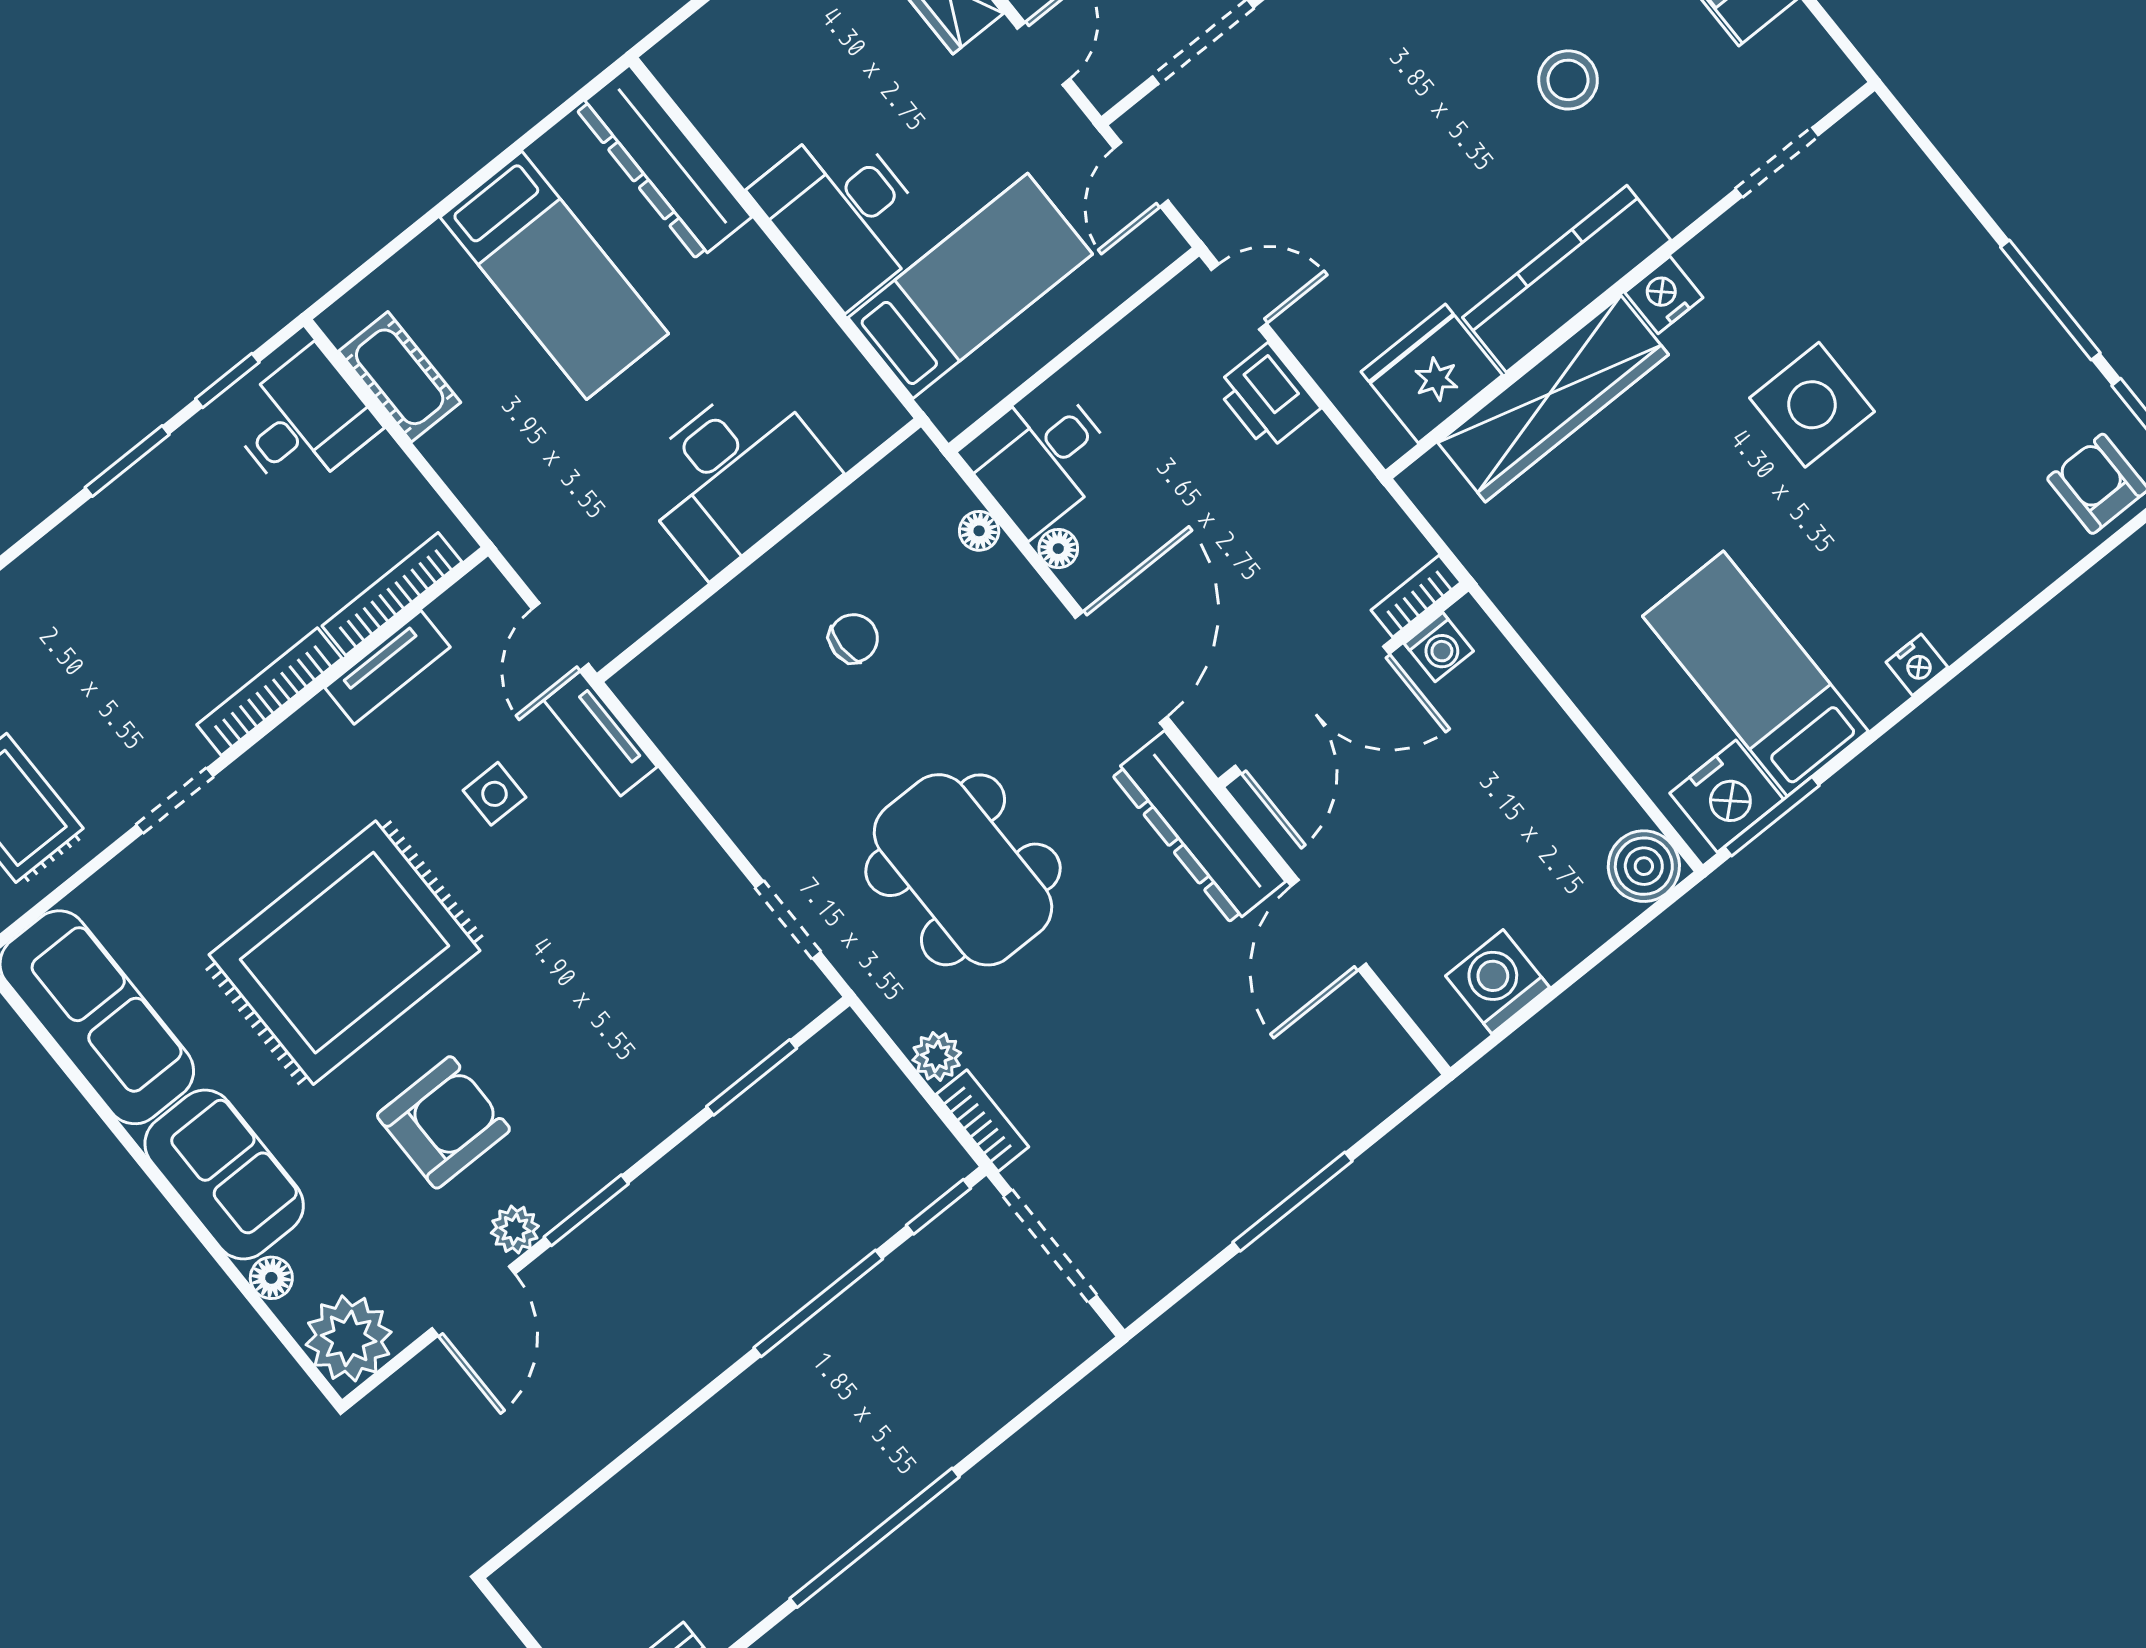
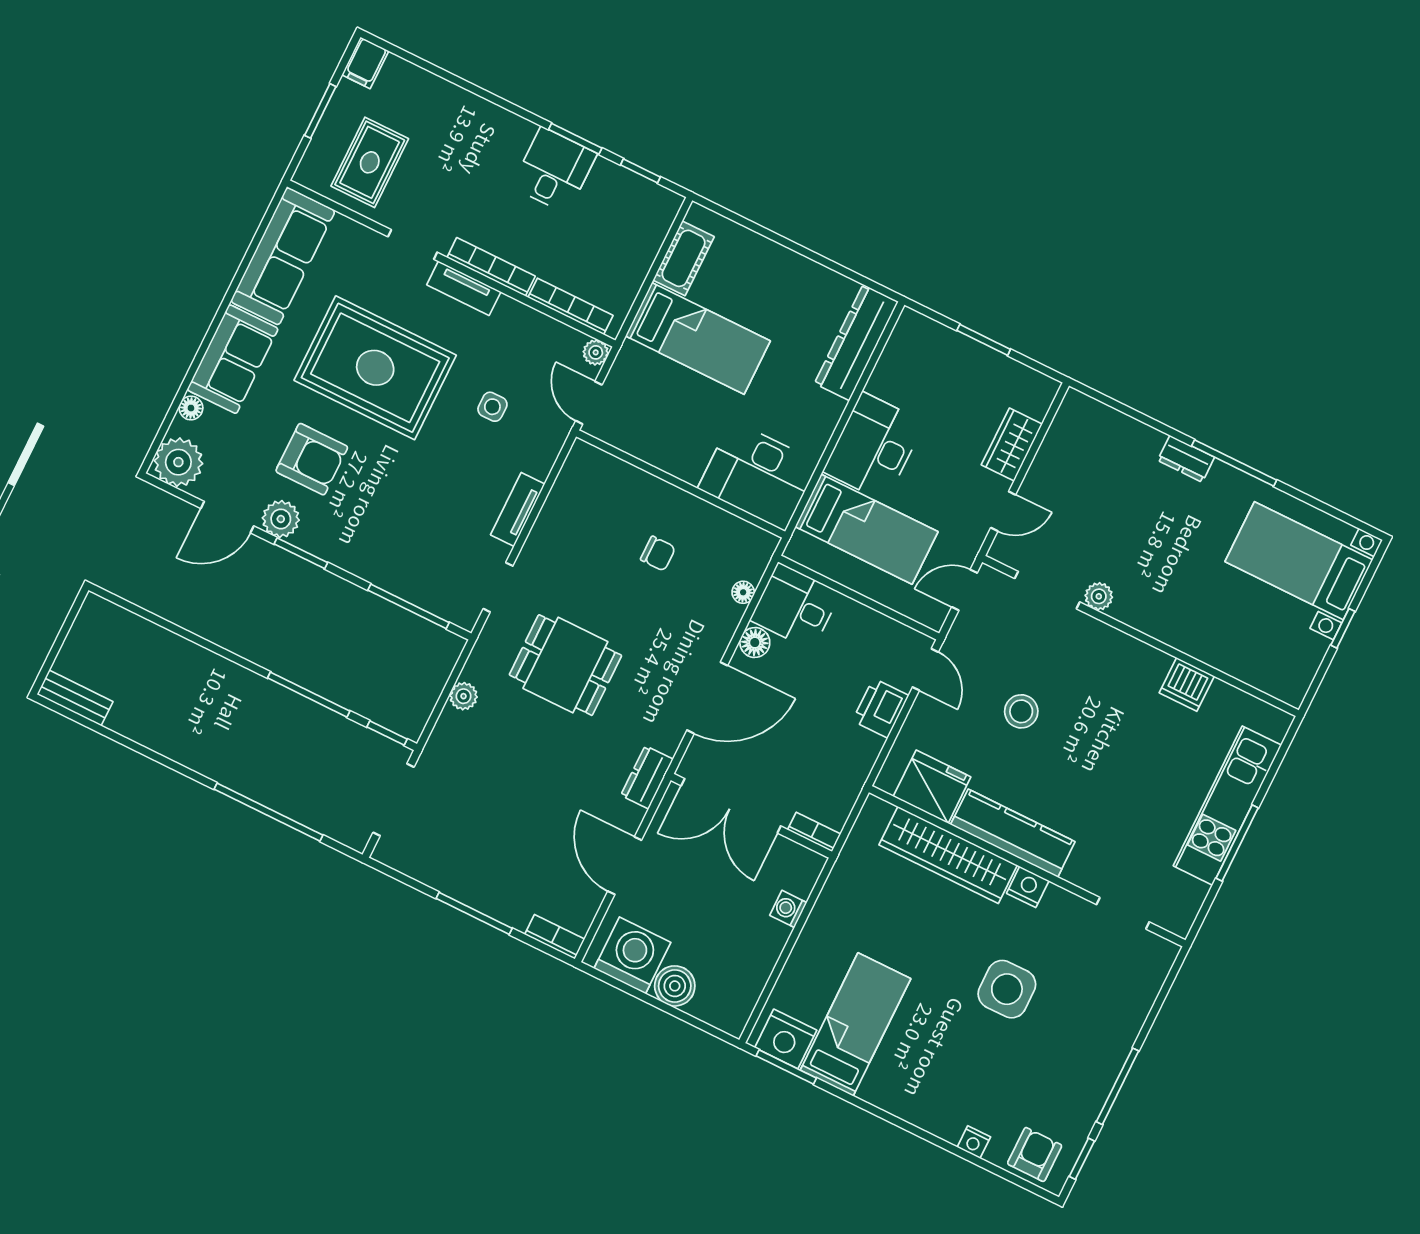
stool: (1568, 80) -> (1021, 711), moved
bed: (554, 275) -> (698, 338), moved, turned -90
desk: (303, 422) -> (554, 170), moved, turned -90
desk: (734, 475) -> (758, 475), moved
floor lamp: (1058, 549) -> (755, 643), width x1.37, depth x1.37
plant: (485, 588) -> (596, 352), added
door: (560, 637) -> (589, 403), hinge flipped
washing machine: (1439, 647) -> (788, 909), moved, turned 90
nightstand: (1917, 665) -> (974, 1142), moved
tv unit: (387, 667) -> (464, 288), moved
tv unit: (600, 734) -> (518, 509), moved
dresser: (1198, 827) -> (647, 777), width x0.51, depth x0.80
boiler: (1644, 866) -> (675, 986), moved
dining table: (963, 870) -> (565, 665), width x0.73
door: (1329, 925) -> (625, 866), hinge flipped
washing machine: (1498, 982) -> (632, 955), width x1.37, depth x1.37
window: (752, 1077) -> (409, 606), width x1.44
bookcase: (982, 1121) -> (555, 937), moved, turned -90
plant: (515, 1229) -> (281, 519), width x1.38, depth x1.38
window: (875, 1538) -> (269, 812), moved

